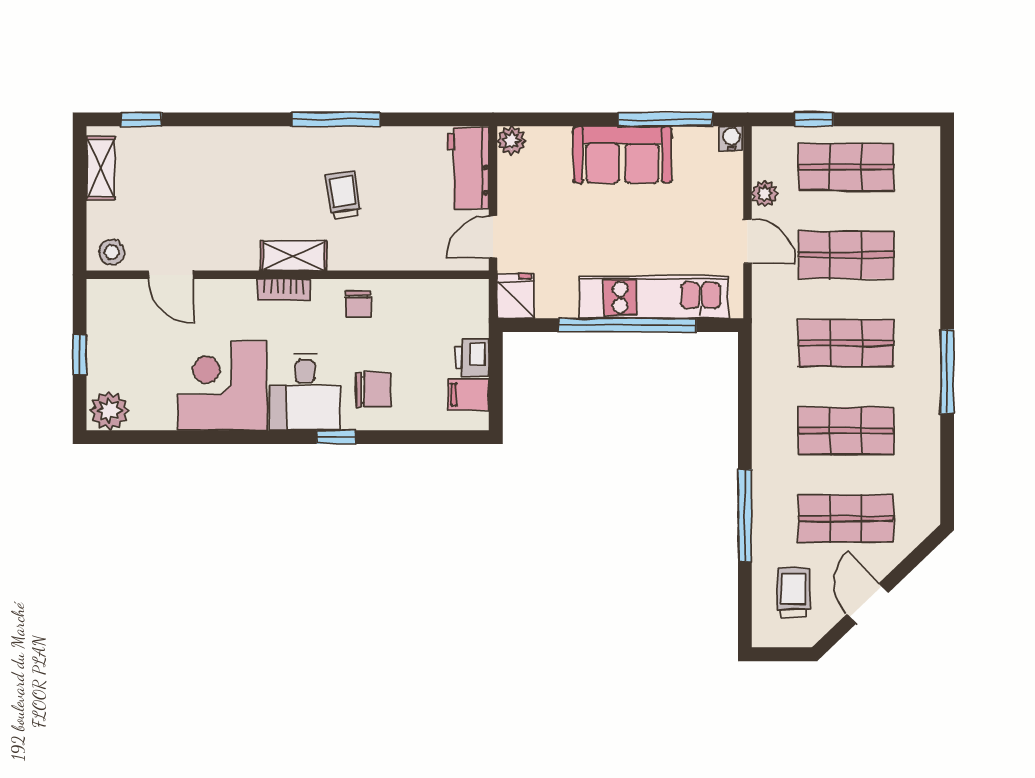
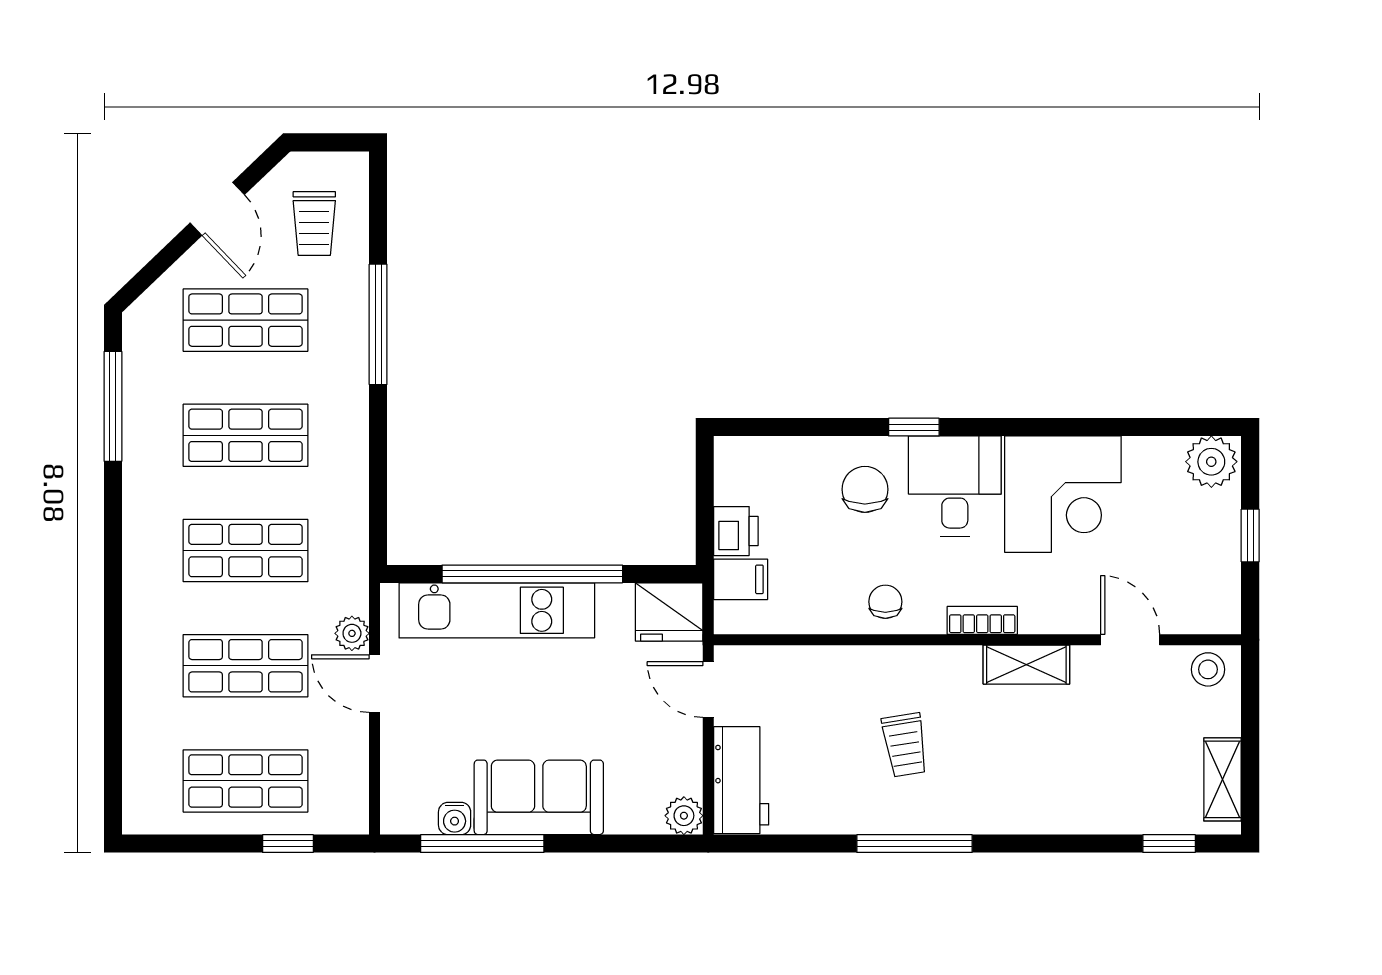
water cooler: (731, 138) -> (455, 819), moved
plant: (765, 193) -> (352, 633), moved
door: (493, 237) -> (708, 690), swing flipped
shelving: (293, 256) -> (1026, 665), moved
fridge: (516, 296) -> (669, 612), width x1.38
window: (947, 371) -> (113, 406), moved
chair: (373, 390) -> (865, 489), turned 90
filing cabinet: (468, 395) -> (741, 579), moved

